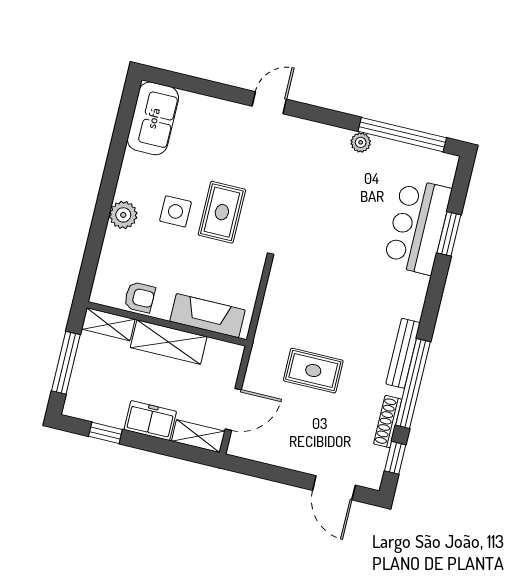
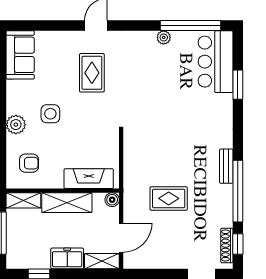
rug: (222, 212) -> (92, 73), moved
bar counter: (418, 226) -> (216, 62), moved
armchair: (140, 297) -> (29, 163), moved
boiler: (233, 353) -> (112, 200), added
bench: (403, 353) -> (226, 166), width x0.73
shoe rack: (388, 422) -> (227, 245), moved

